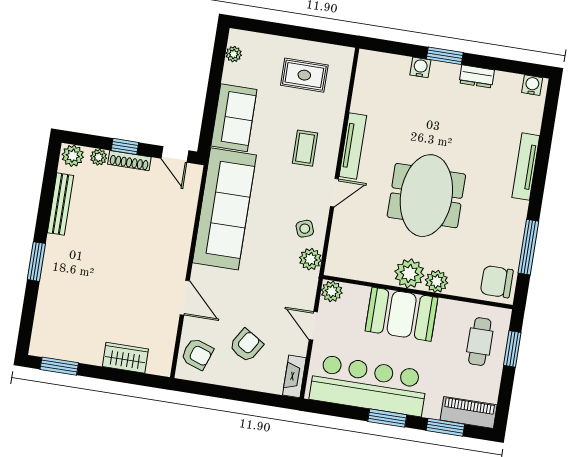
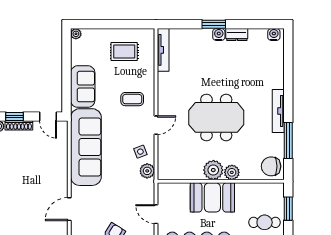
plant: (234, 54) -> (76, 34), moved
water cooler: (420, 67) -> (219, 35), moved
tv unit: (353, 146) -> (163, 50), moved
coffee table: (305, 148) -> (132, 99), turned 90
tv unit: (526, 167) -> (278, 111), moved
meeting table: (426, 196) -> (216, 117), turned 90
plant: (332, 291) -> (164, 190), removed
door: (185, 298) -> (69, 209), swing flipped
cafe table: (480, 342) -> (265, 222), moved, turned 90

